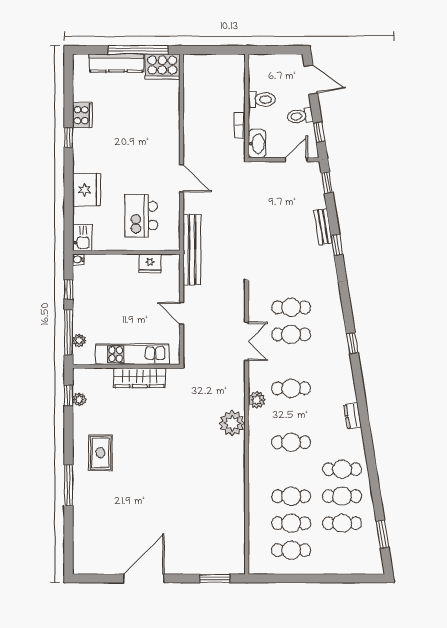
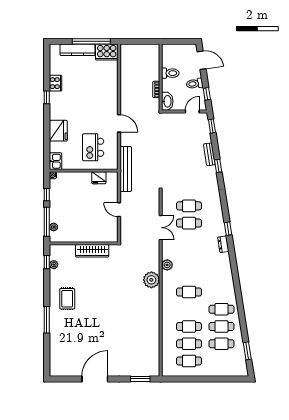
kitchen unit: (132, 354) -> (88, 236), removed
cafe table: (291, 388) -> (189, 258), removed
dresser: (353, 416) -> (223, 244), moved

